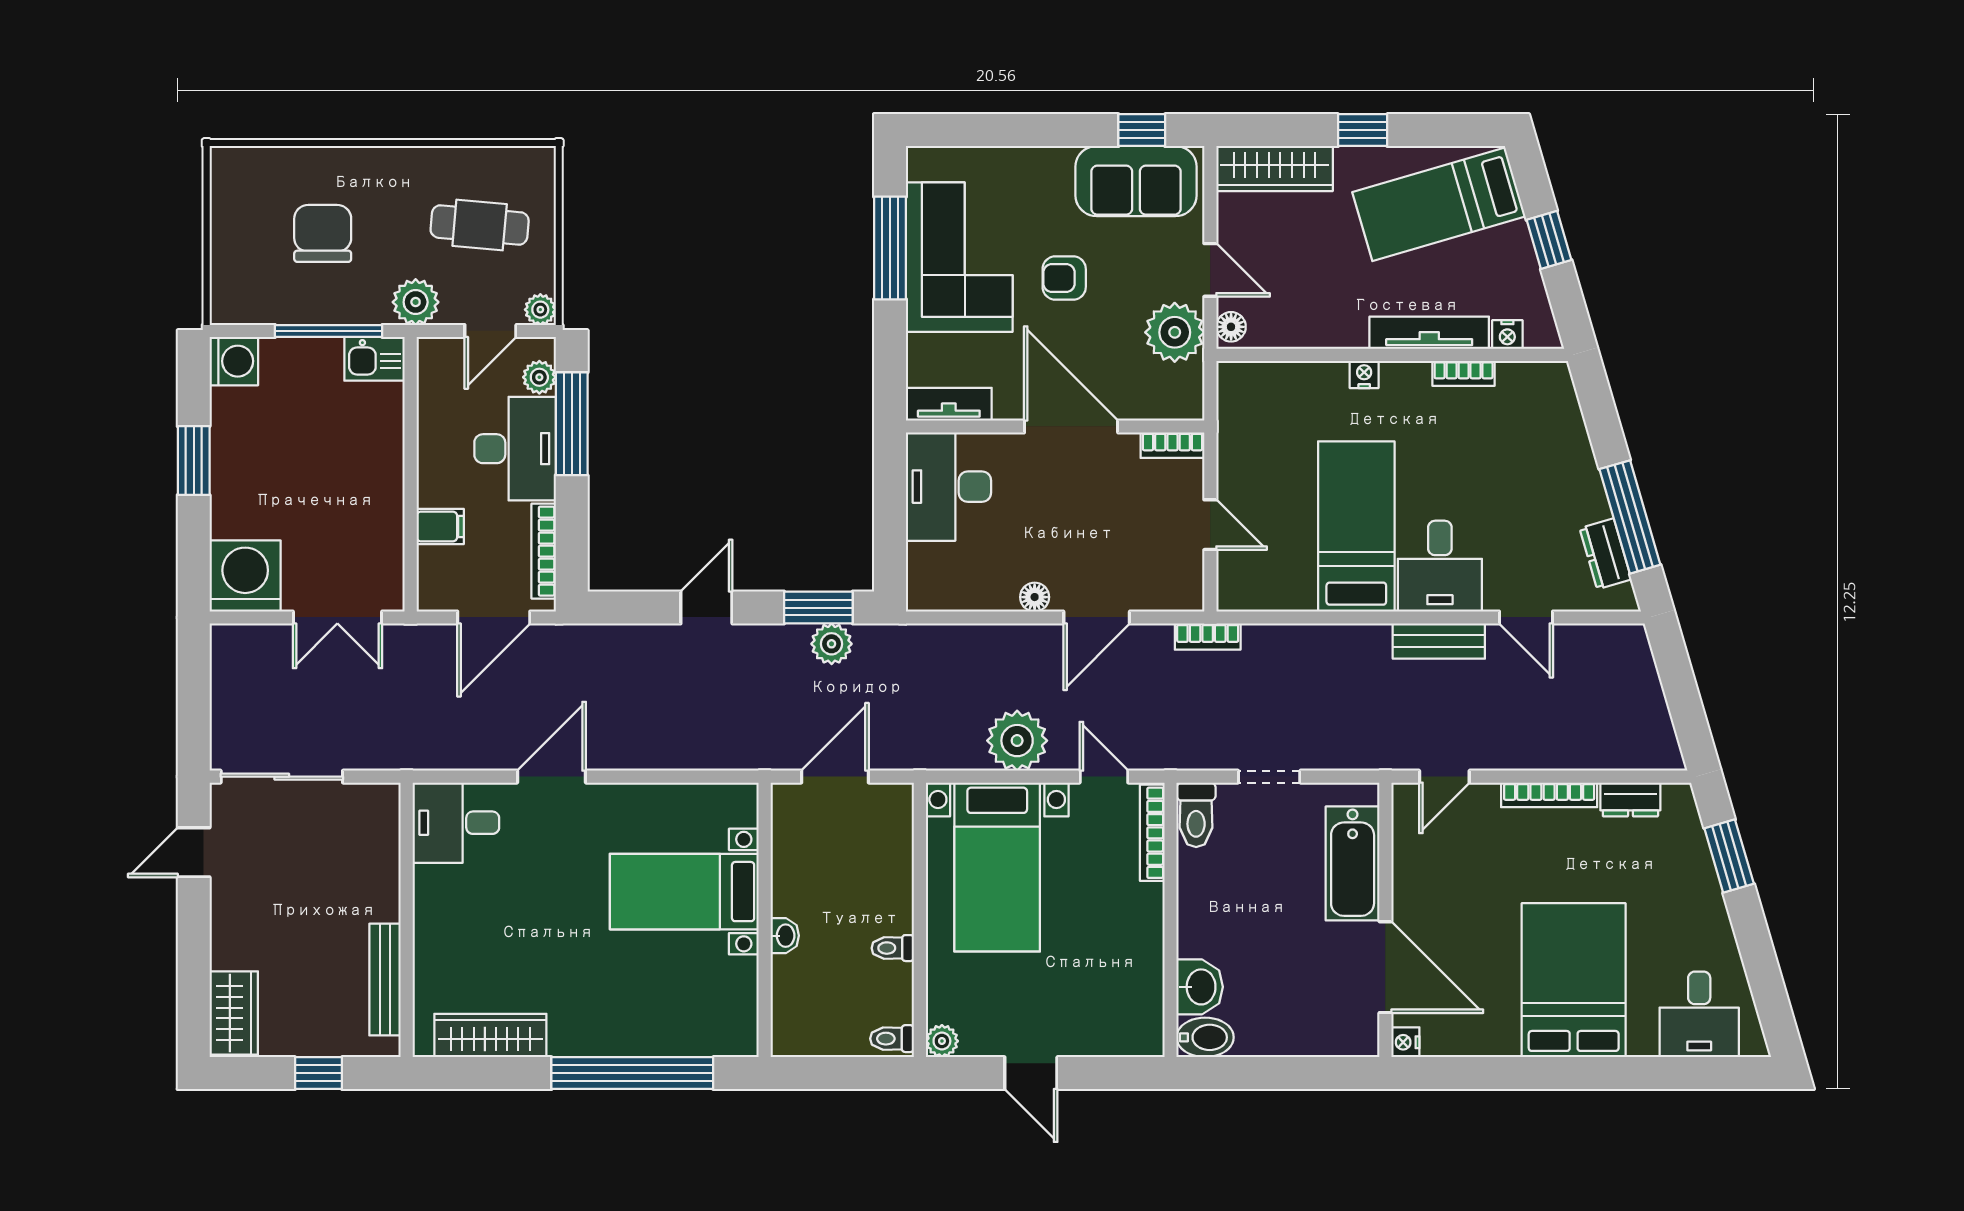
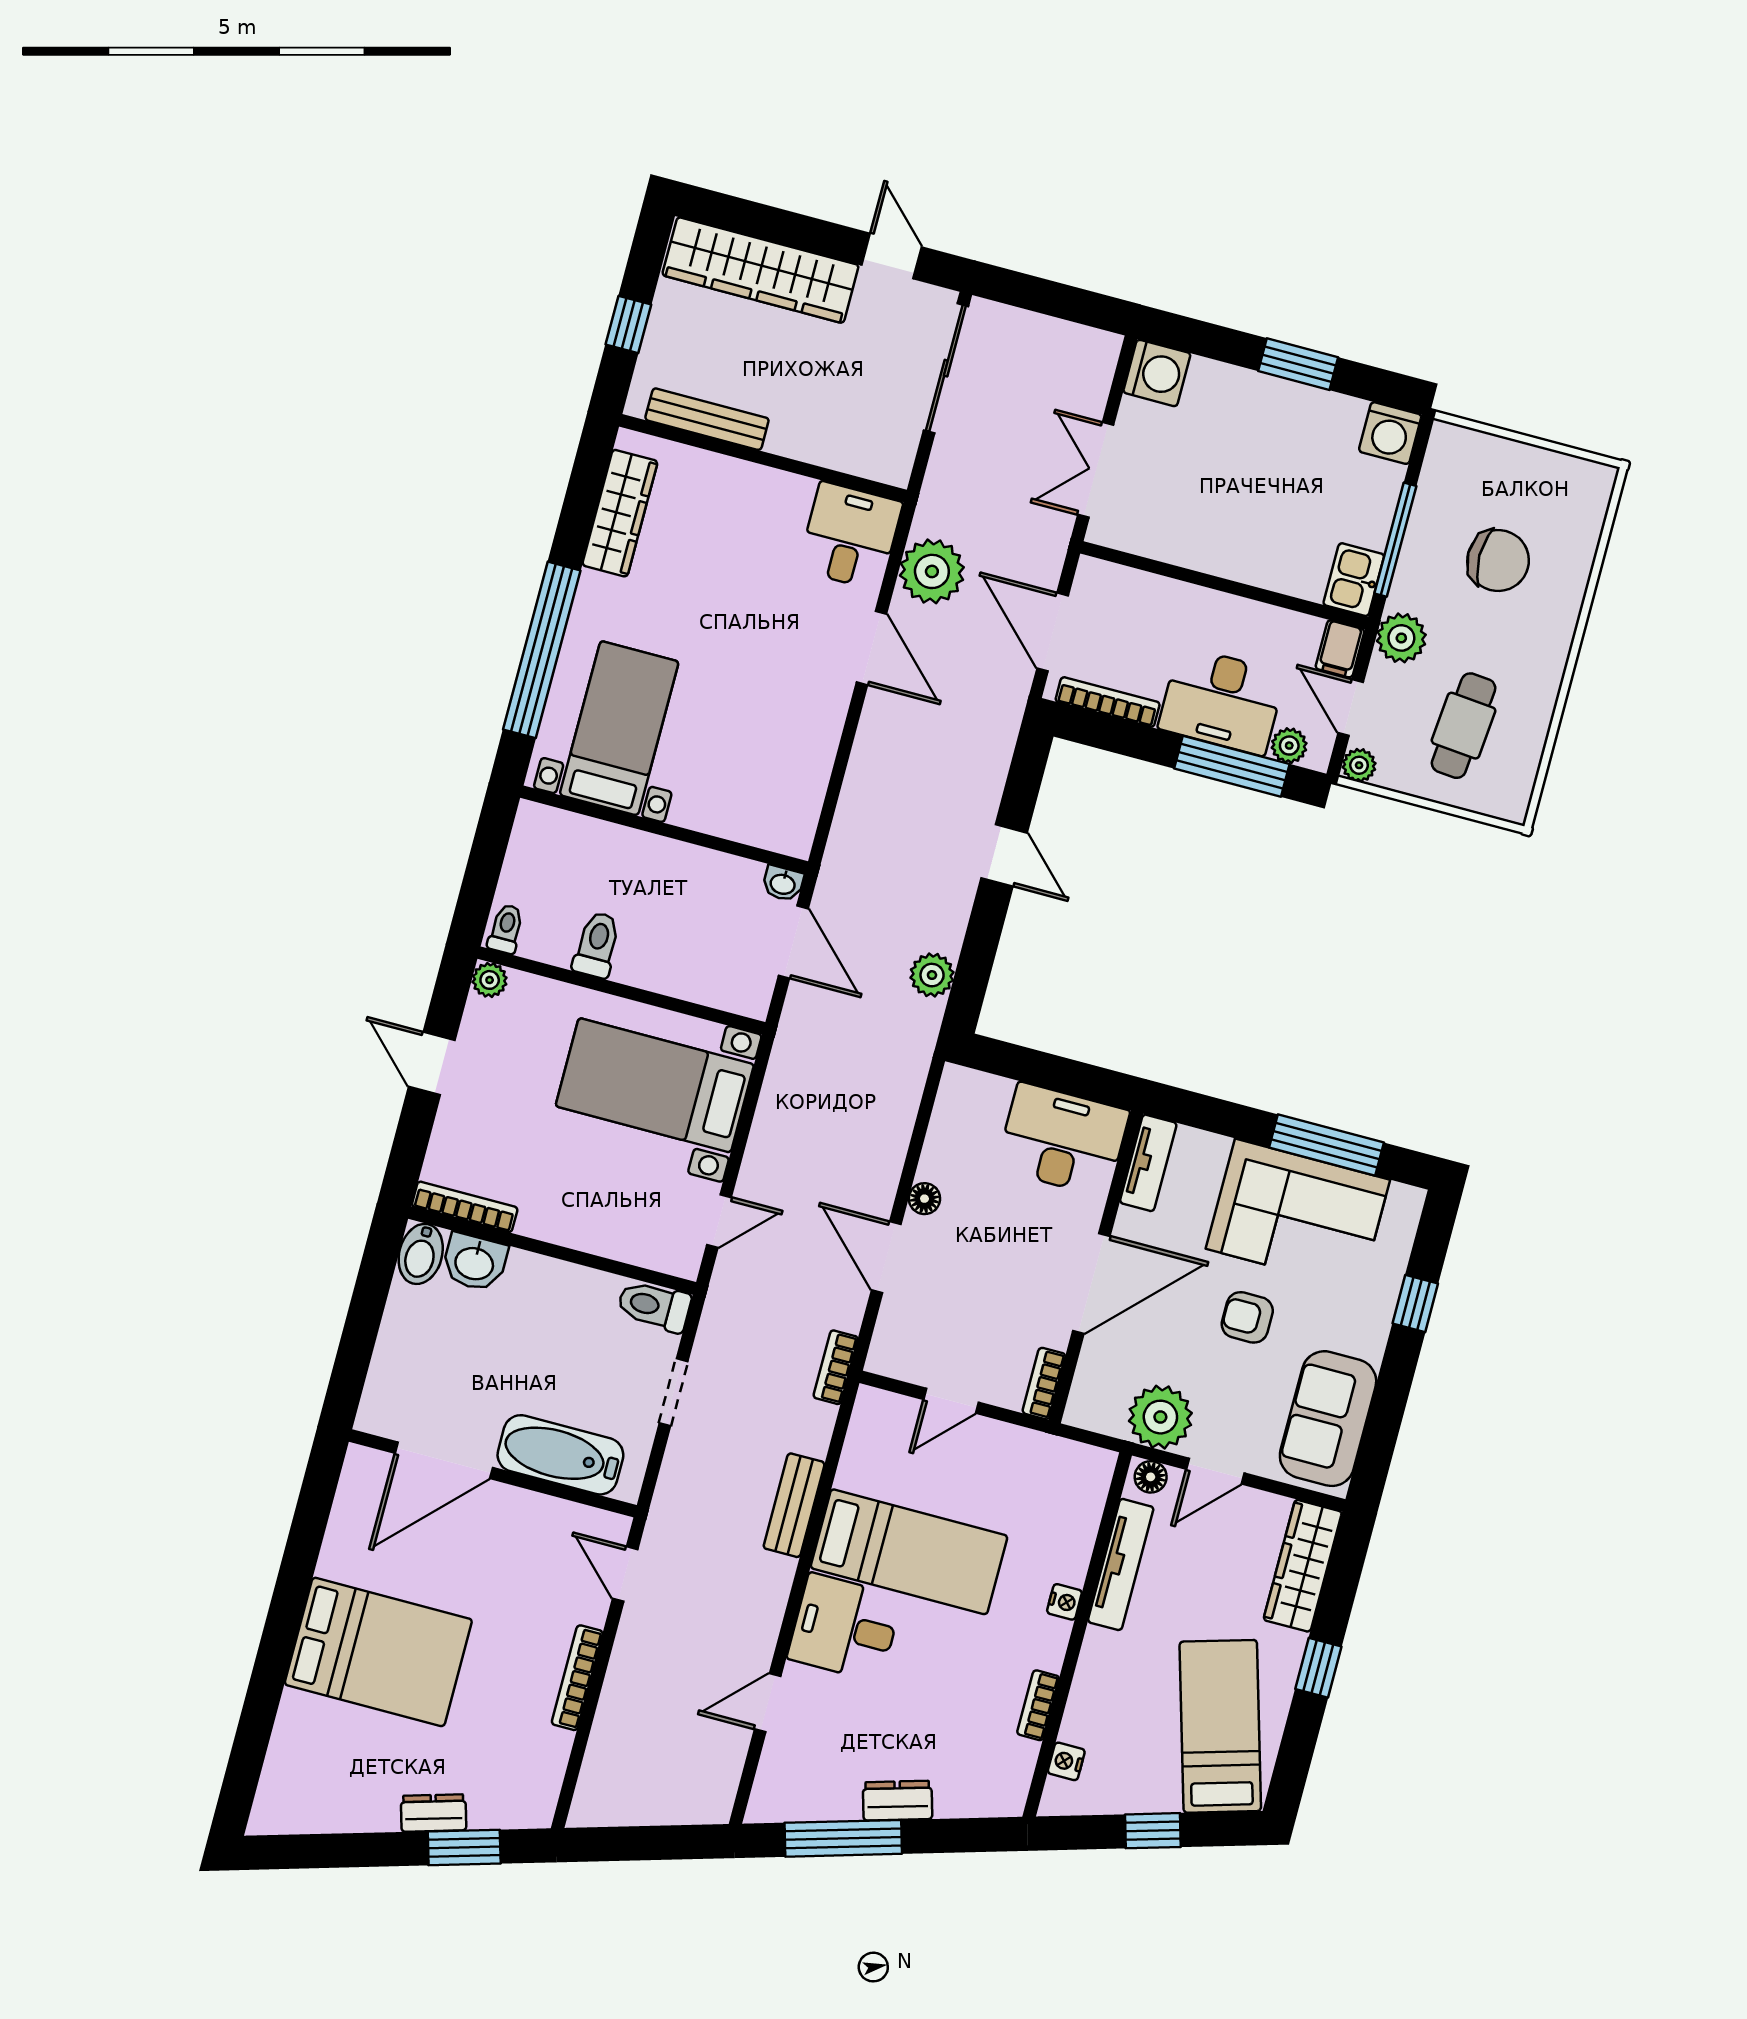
window: (1142, 130) -> (1415, 1304), moved
armchair: (1064, 278) -> (1247, 1317), turned -90
tv unit: (1429, 333) -> (1121, 1565), moved
filing cabinet: (440, 527) -> (1340, 649), moved
dresser: (1605, 554) -> (898, 1801), moved
washing machine: (245, 576) -> (1157, 373), width x0.73, depth x0.73
window: (818, 608) -> (973, 971), removed
bench: (1439, 641) -> (794, 1505), moved
plant: (1017, 741) -> (932, 571), moved
dresser: (1630, 800) -> (434, 1813), moved, turned 74
bookcase: (1152, 833) -> (465, 1207), moved
bed with nightstands: (684, 892) -> (619, 728), moved
washbasin: (785, 936) -> (783, 883), moved
toilet: (893, 948) -> (597, 945), width x1.37, depth x1.39
wardrobe: (234, 1013) -> (760, 270), width x2.10, depth x1.17
desk: (1699, 1014) -> (308, 1773), removed
nightstand: (1405, 1042) -> (360, 1460), removed
door: (1031, 1073) -> (432, 1063), hinge flipped

